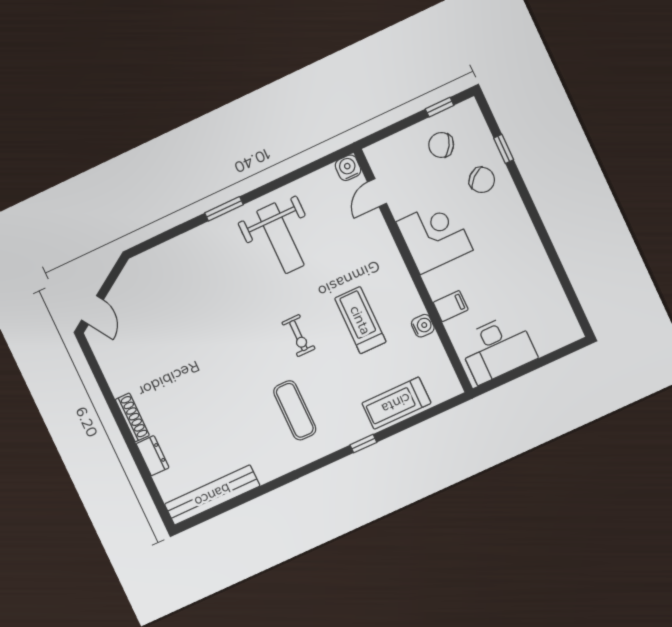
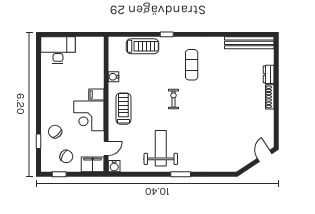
filing cabinet: (388, 153) -> (93, 164), added
filing cabinet: (451, 306) -> (96, 94), moved
treadmill: (360, 320) -> (123, 109), moved, turned 180
desk: (497, 348) -> (58, 50), moved

